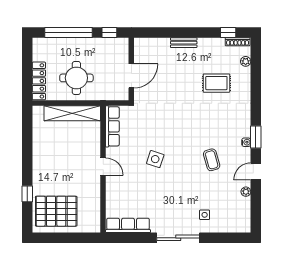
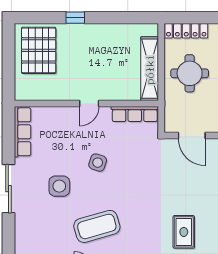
coffee table: (212, 160) -> (97, 226), width x1.86, depth x1.72
window: (27, 194) -> (75, 18), moved
side table: (205, 215) -> (59, 186), moved, width x1.87, depth x1.87

